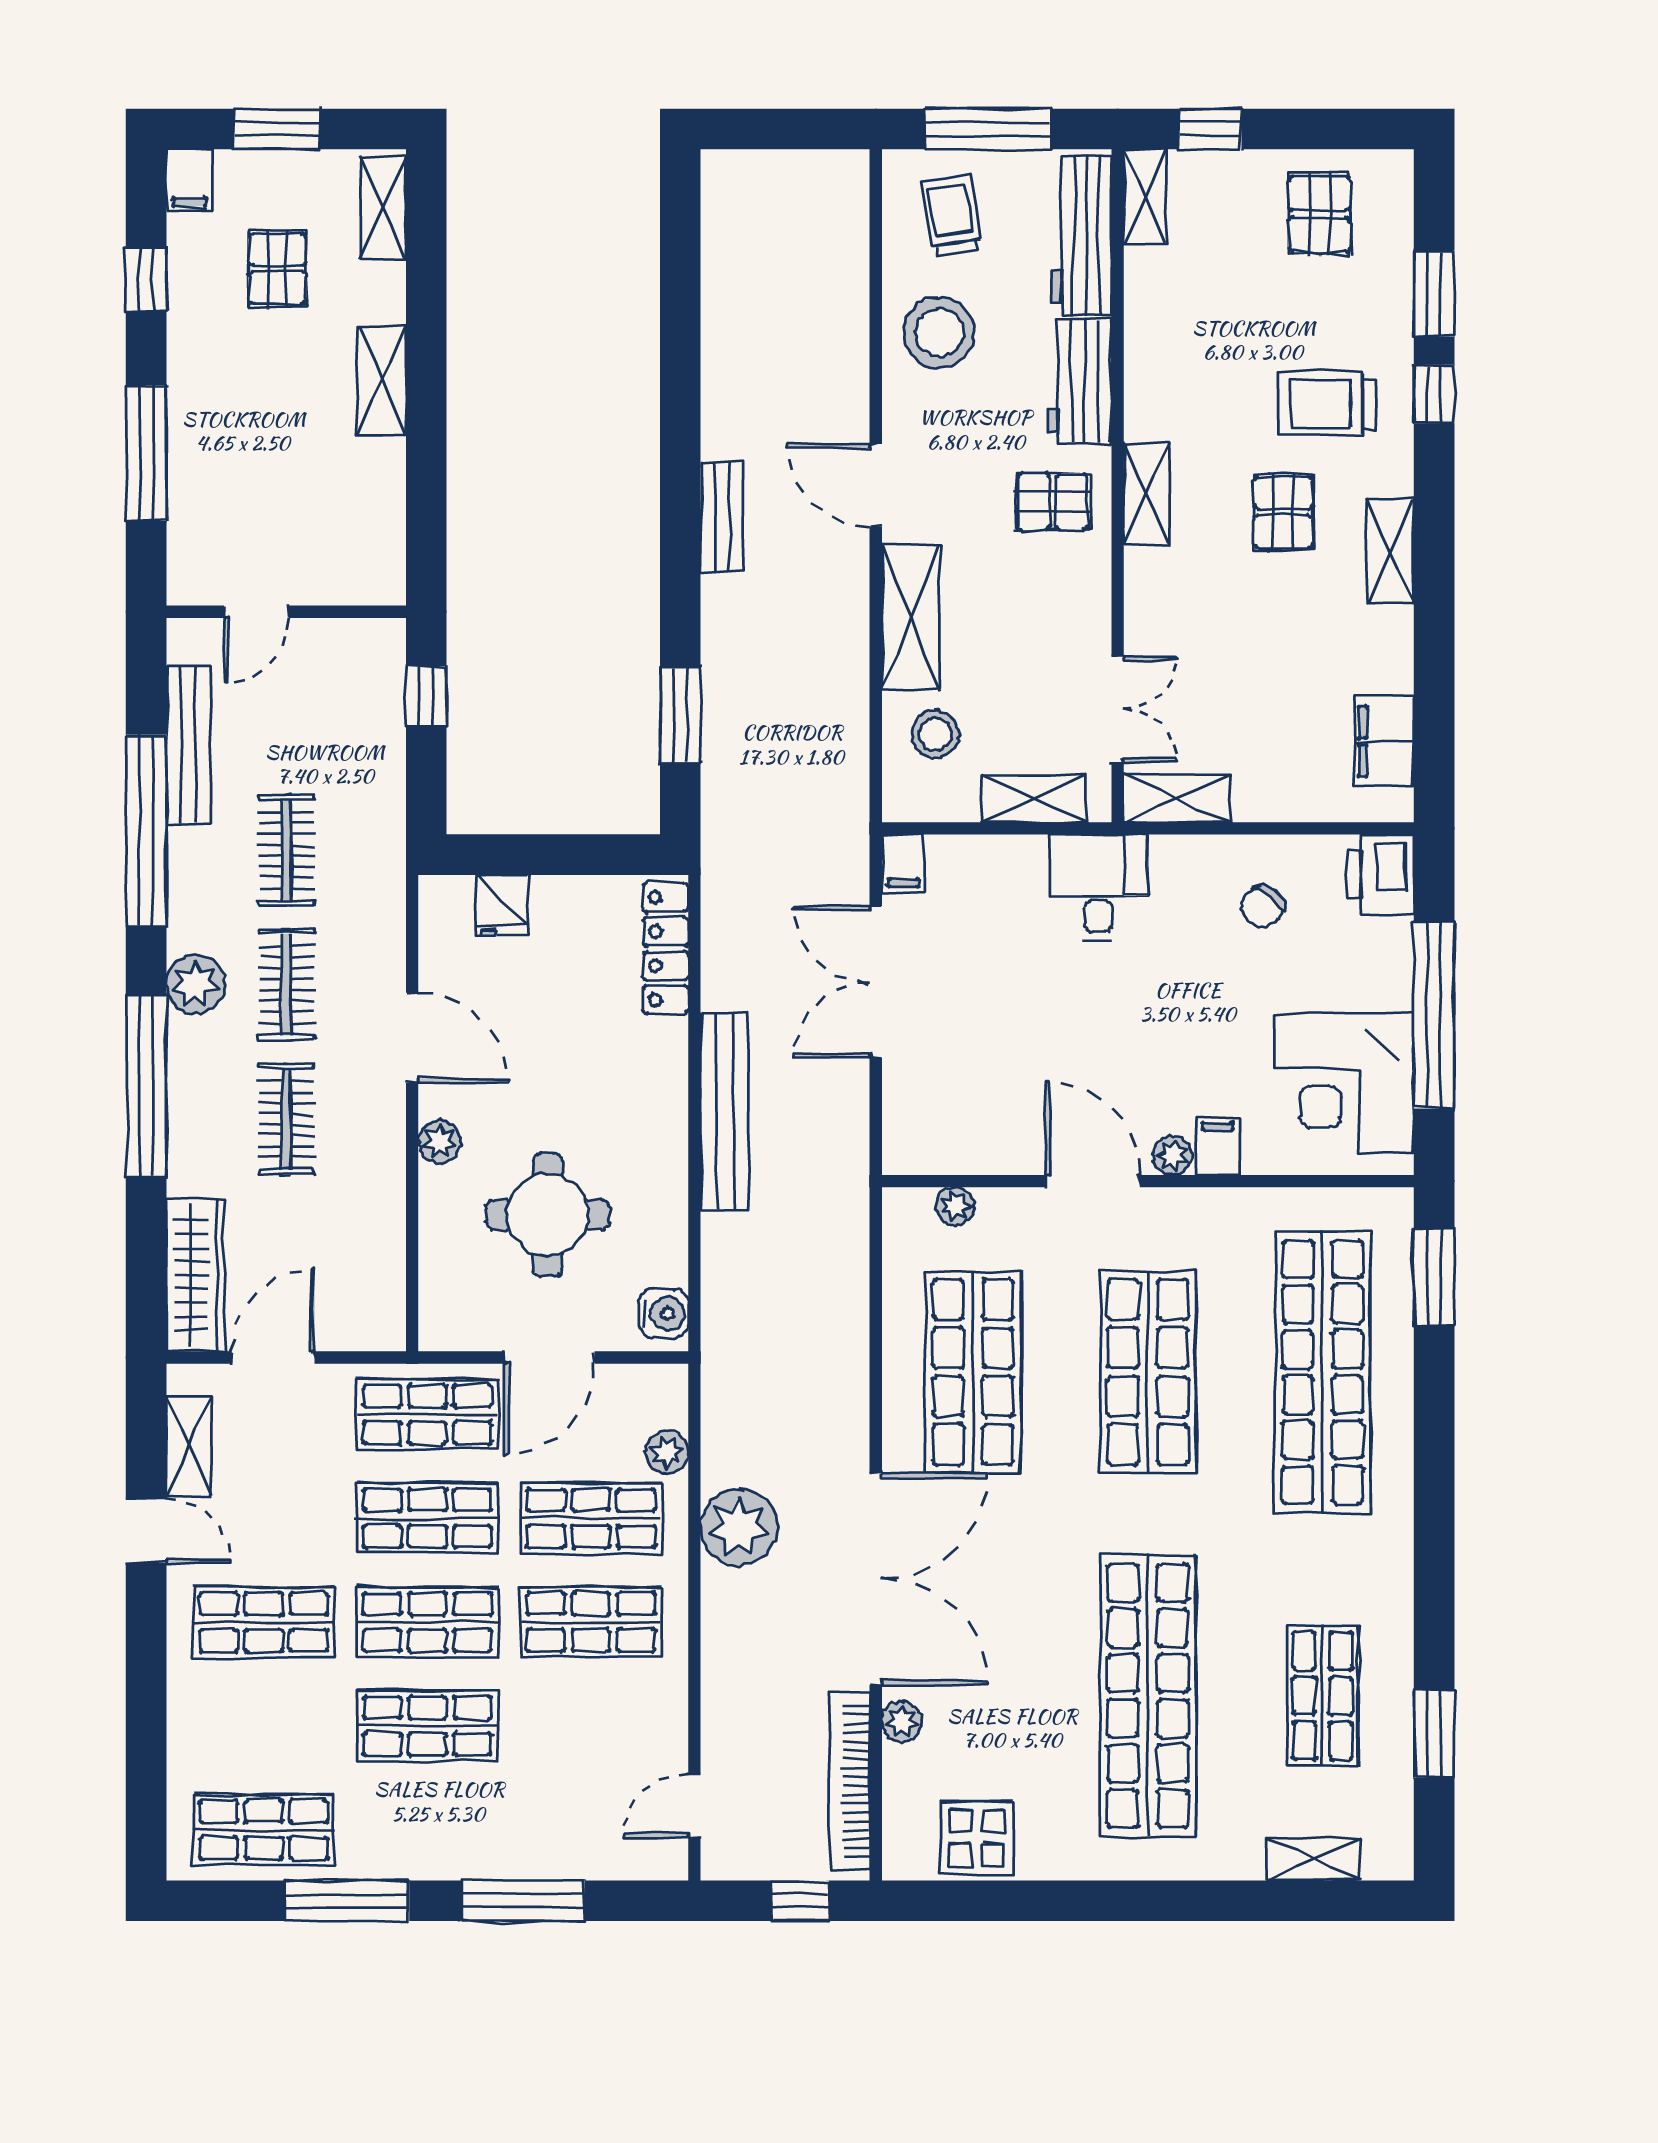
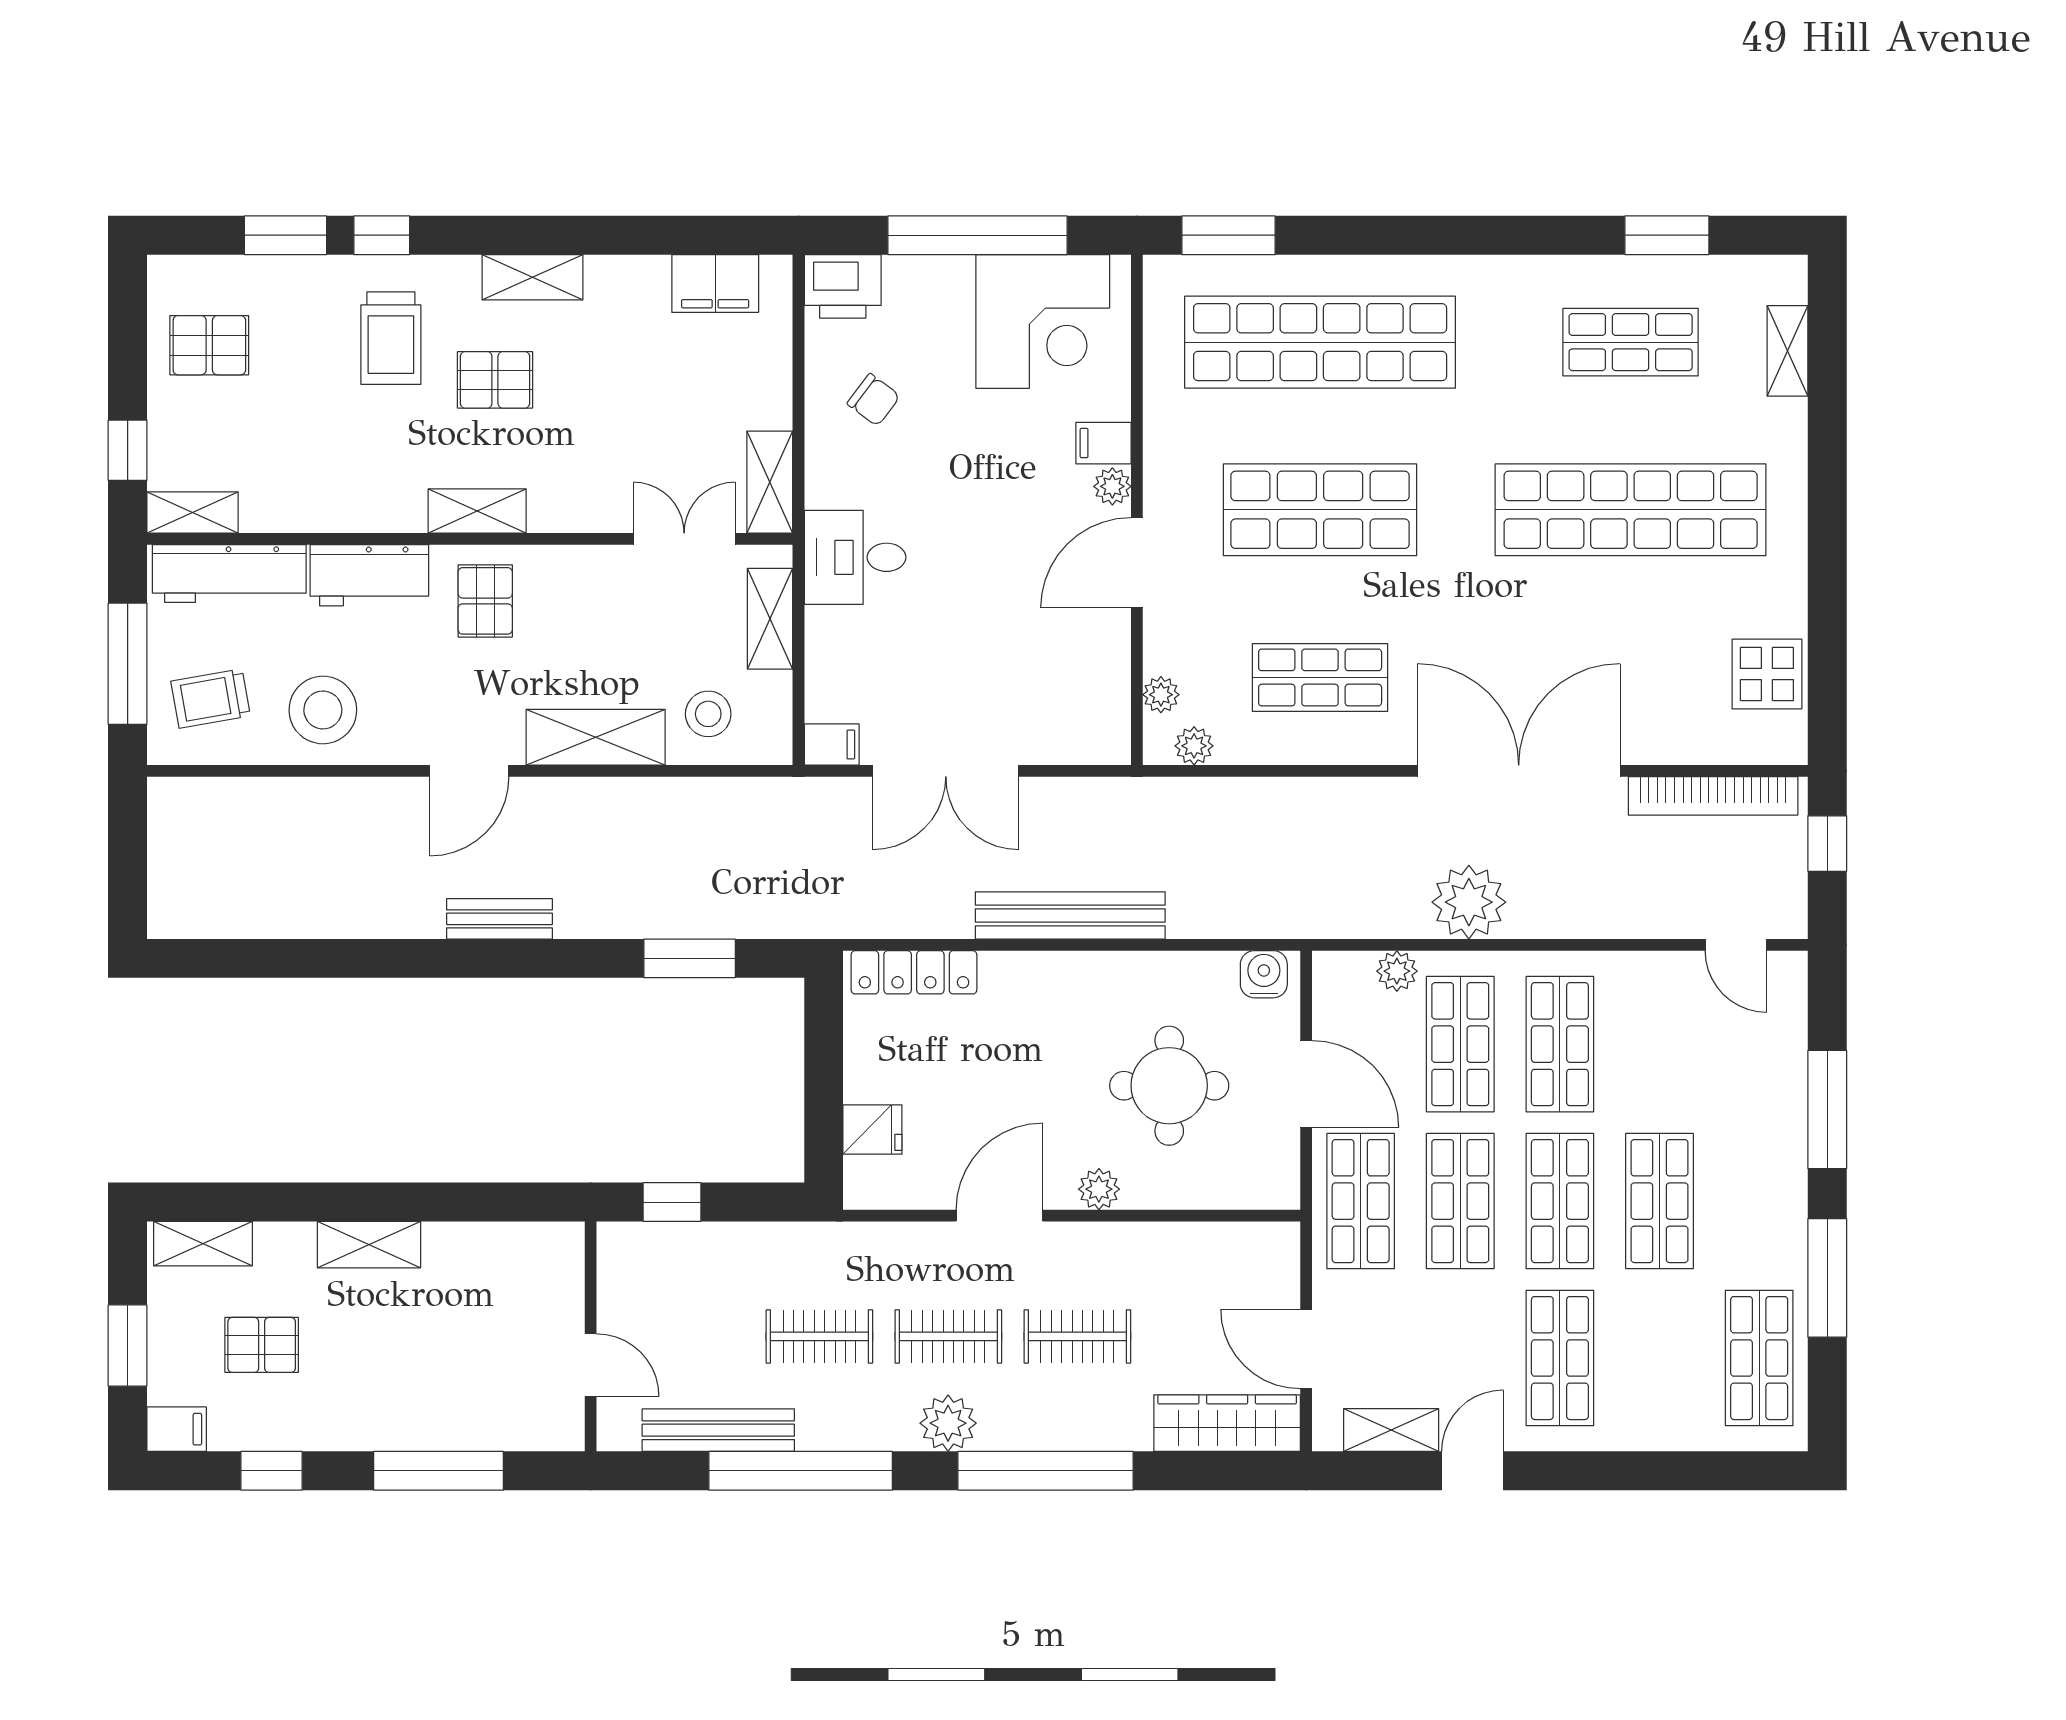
shop shelf: (973, 1372) -> (1320, 677), width x0.70, depth x0.74
plant: (902, 1722) -> (1194, 746), moved

